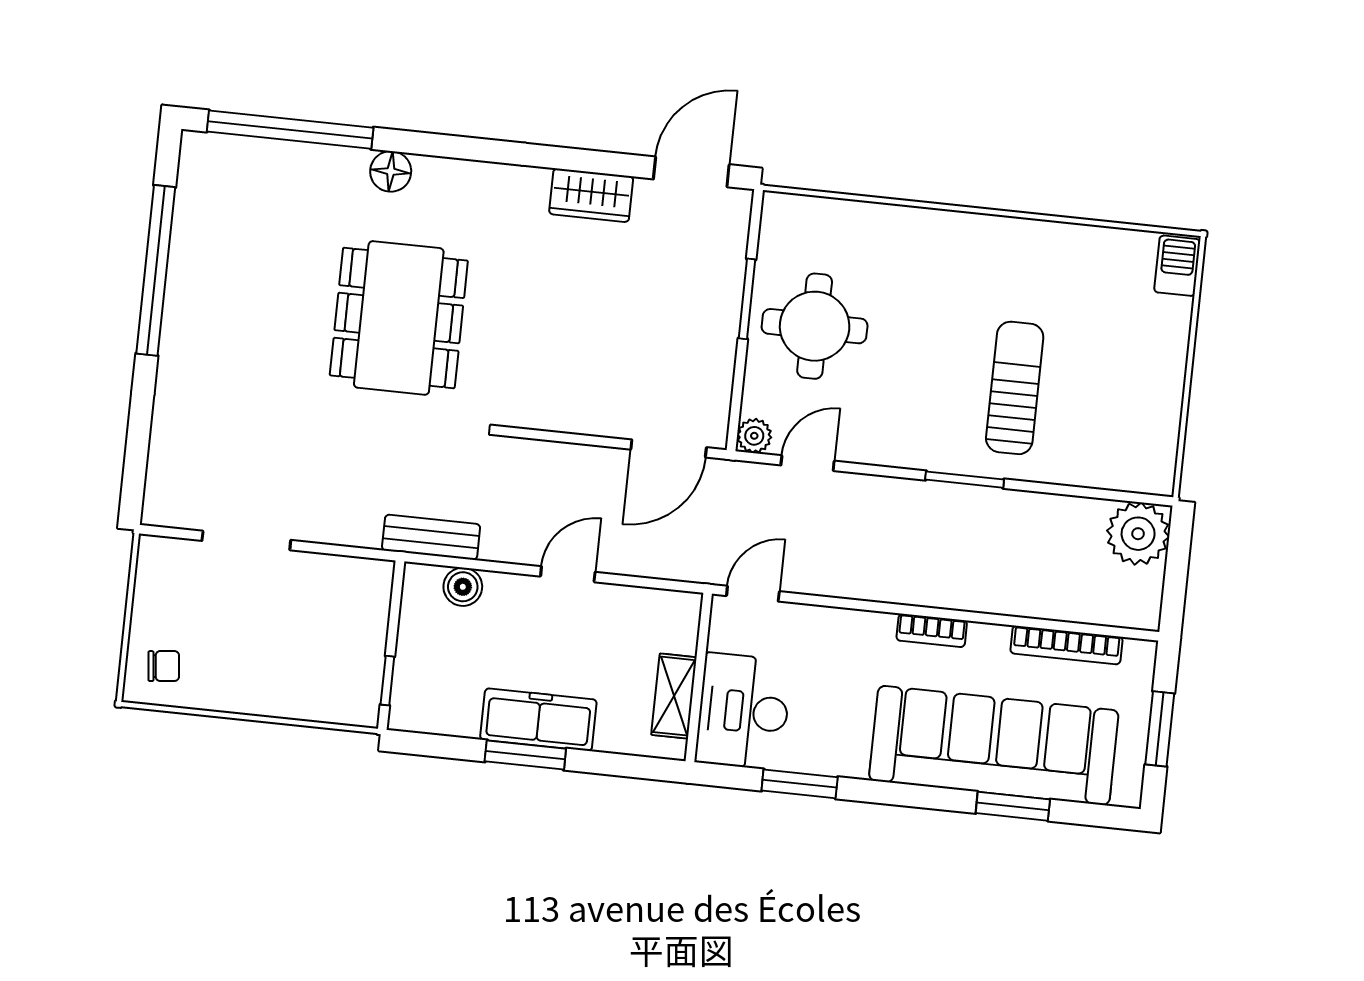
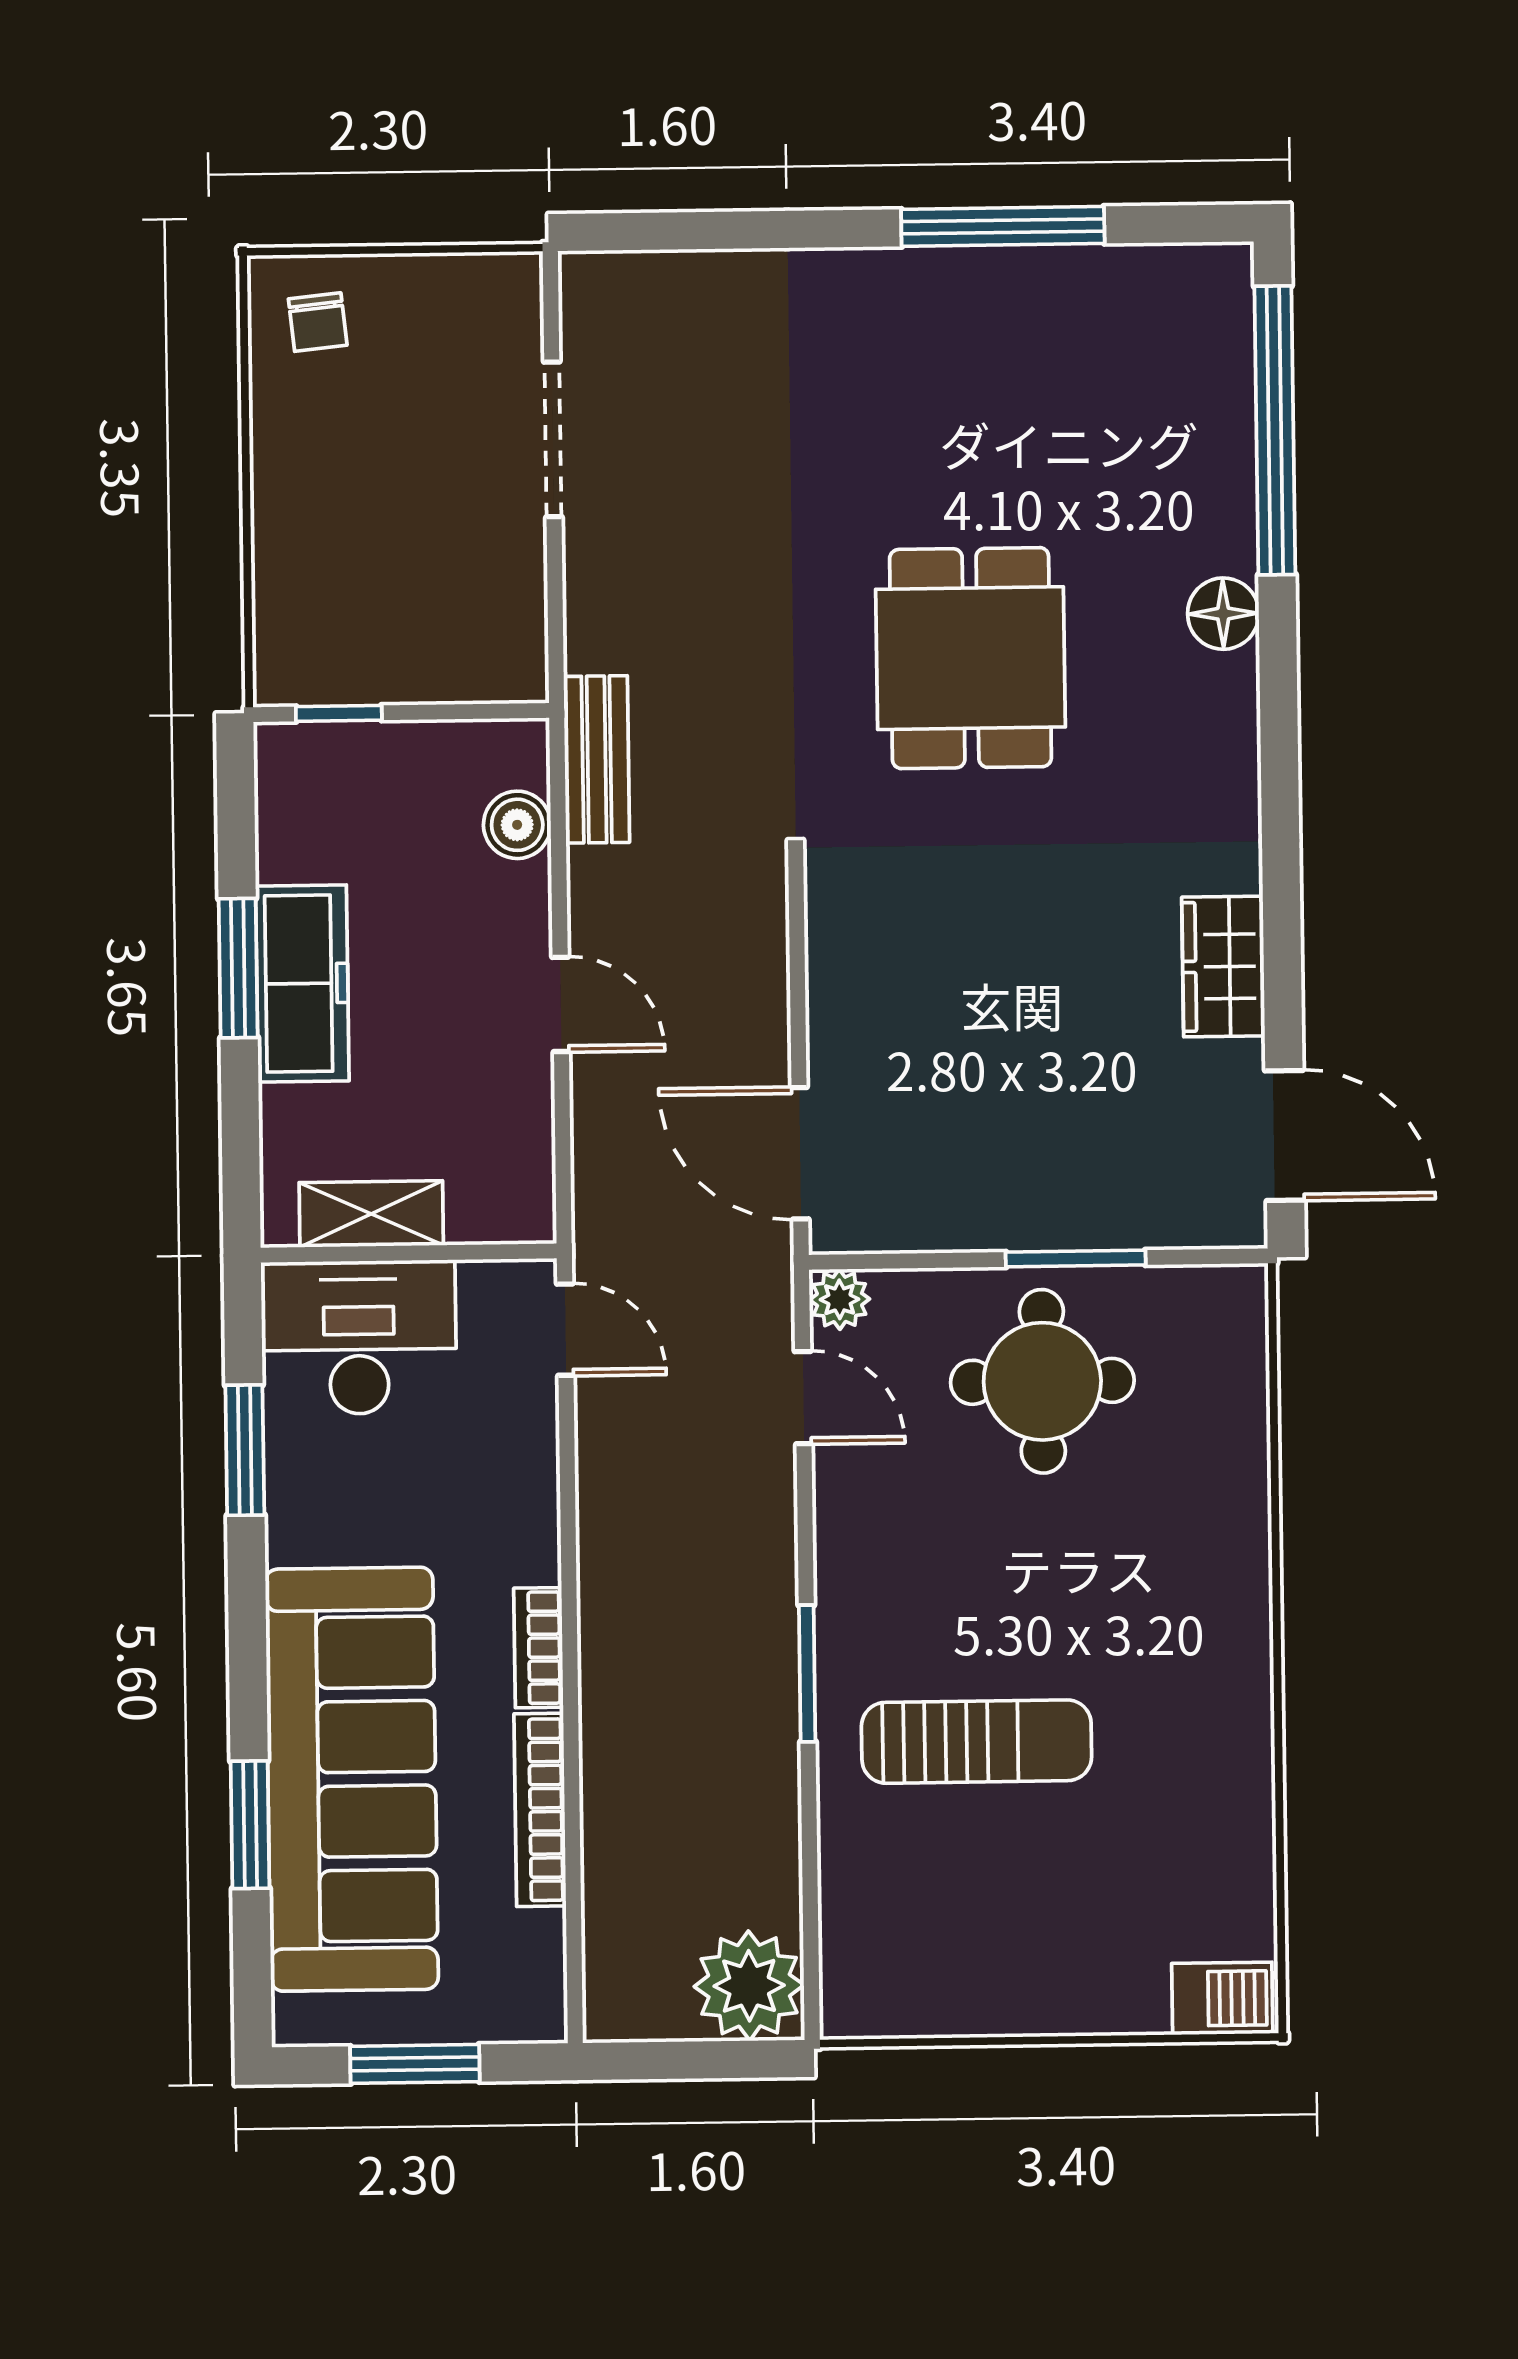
window: (156, 270) -> (1003, 226), width x0.68
dining table: (399, 318) -> (971, 658), width x0.73
bookcase: (1066, 645) -> (540, 1810), moved

